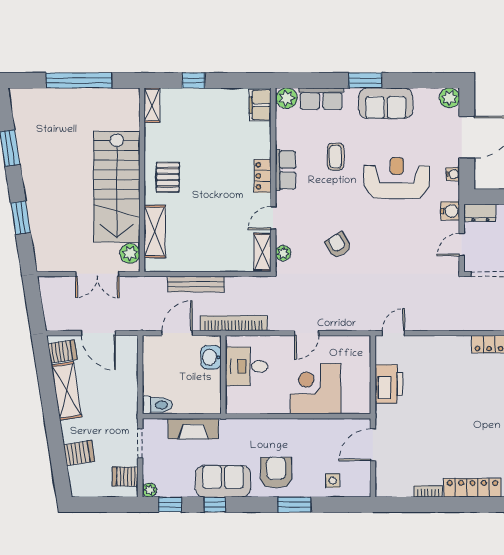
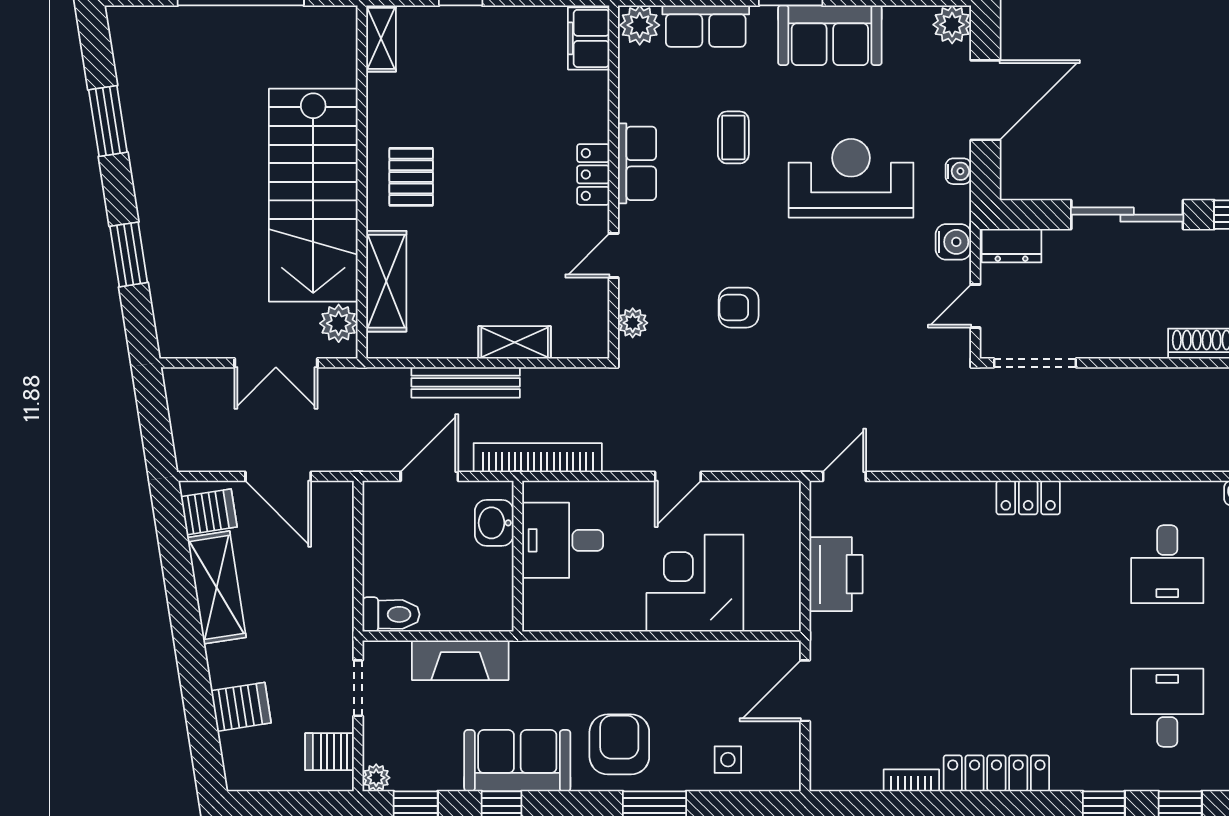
armchair: (338, 245) -> (739, 308), turned -59
shelving: (262, 252) -> (515, 342), moved, turned 90

